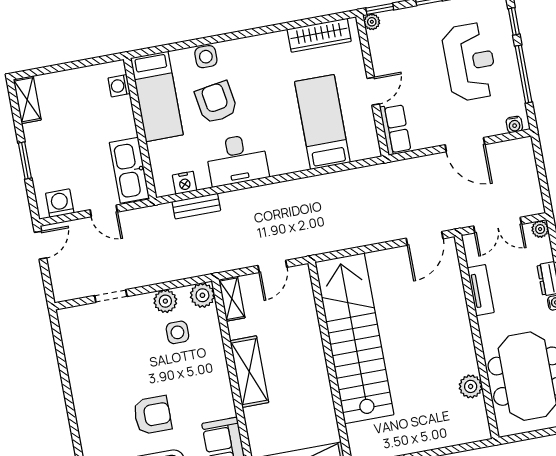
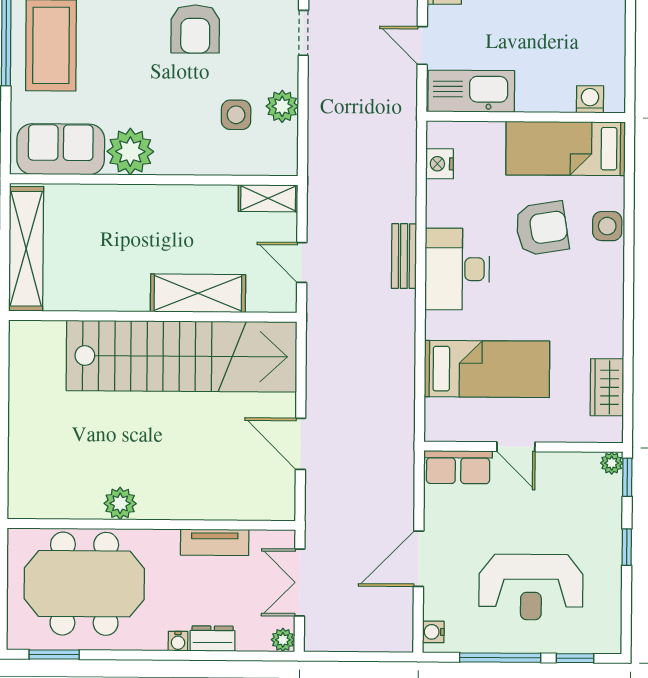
wardrobe: (319, 35) -> (607, 387), width x0.67
desk: (237, 160) -> (457, 269), moved
bench: (196, 206) -> (404, 256), moved
door: (104, 211) -> (422, 45), hinge flipped
door: (425, 238) -> (301, 444), moved
plant: (202, 295) -> (130, 152), moved, width x1.36, depth x1.36
shelving: (249, 372) -> (198, 293), moved
plant: (471, 386) -> (120, 503), moved
armchair: (152, 415) -> (195, 29), moved

